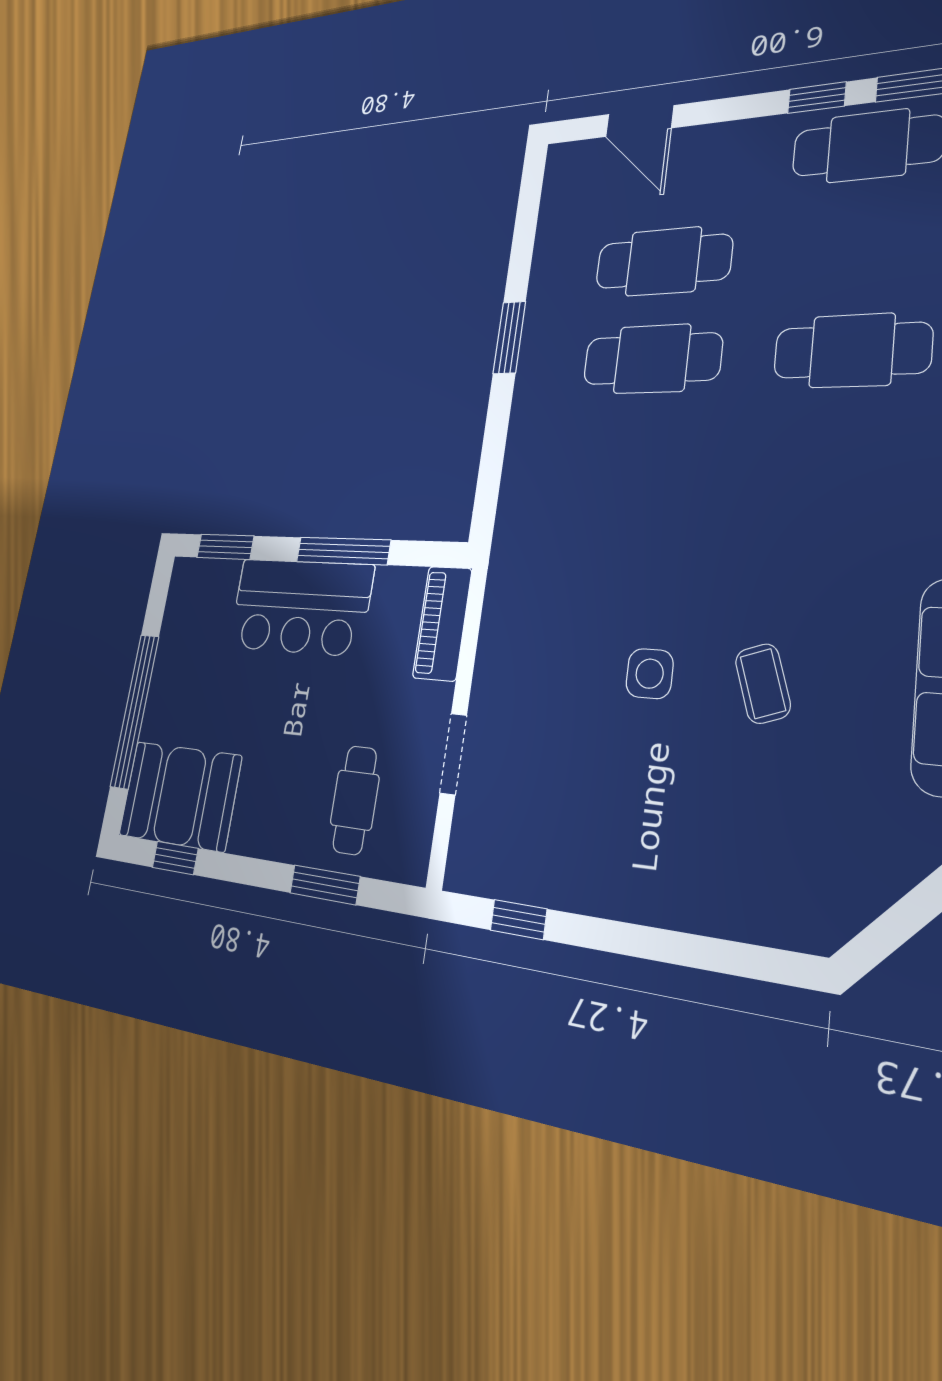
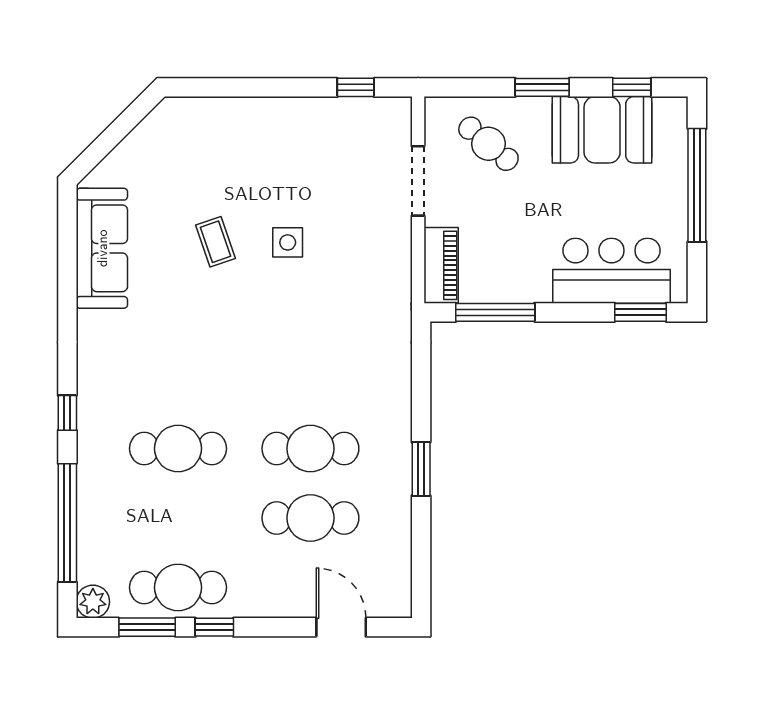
window: (343, 551) -> (495, 312), moved
bar counter: (300, 607) -> (611, 271), moved
doorway: (453, 754) -> (418, 181), width x1.38
booth: (180, 796) -> (602, 130), moved
cafe table: (355, 800) -> (488, 144), turned -50
window: (325, 885) -> (542, 87), moved

